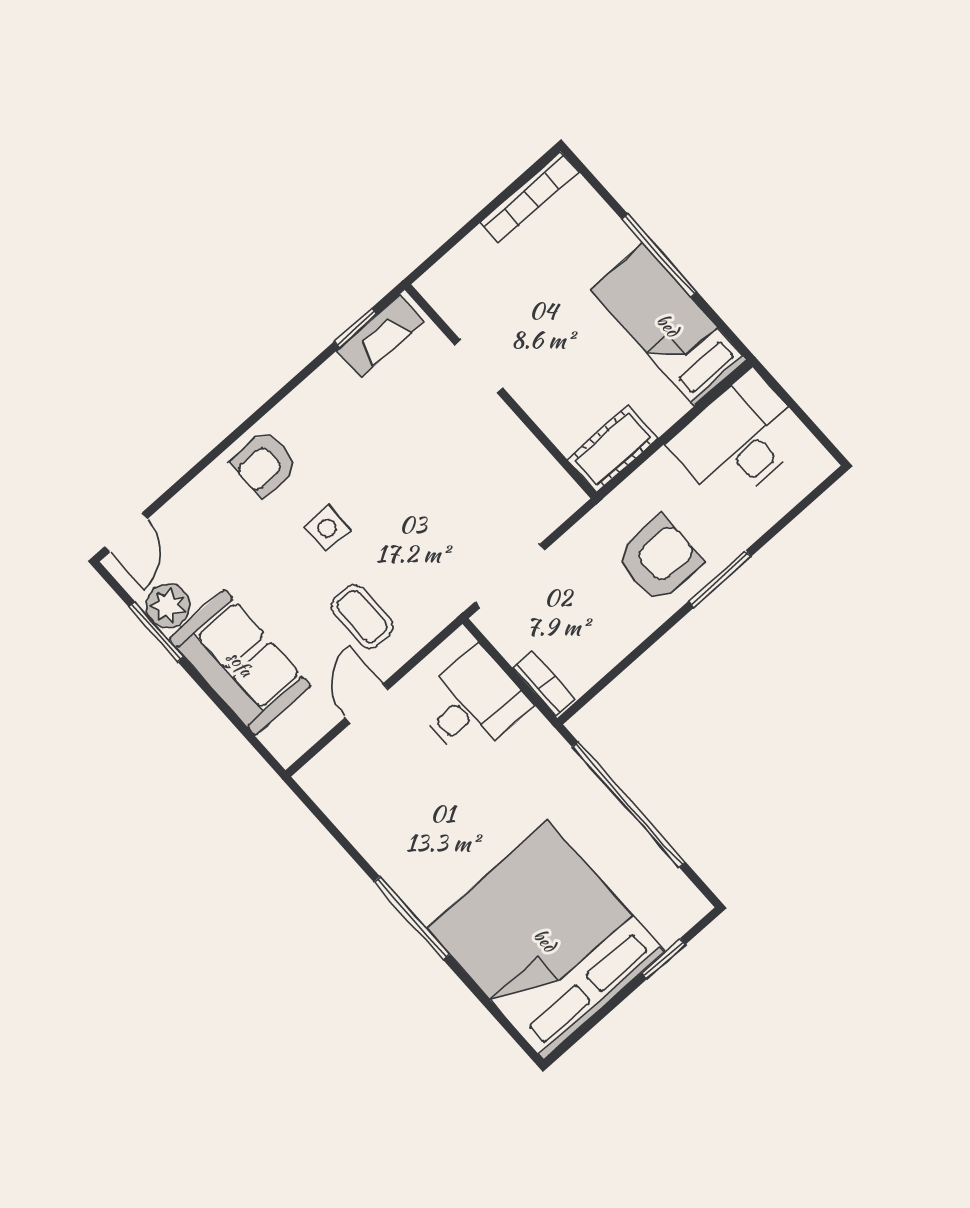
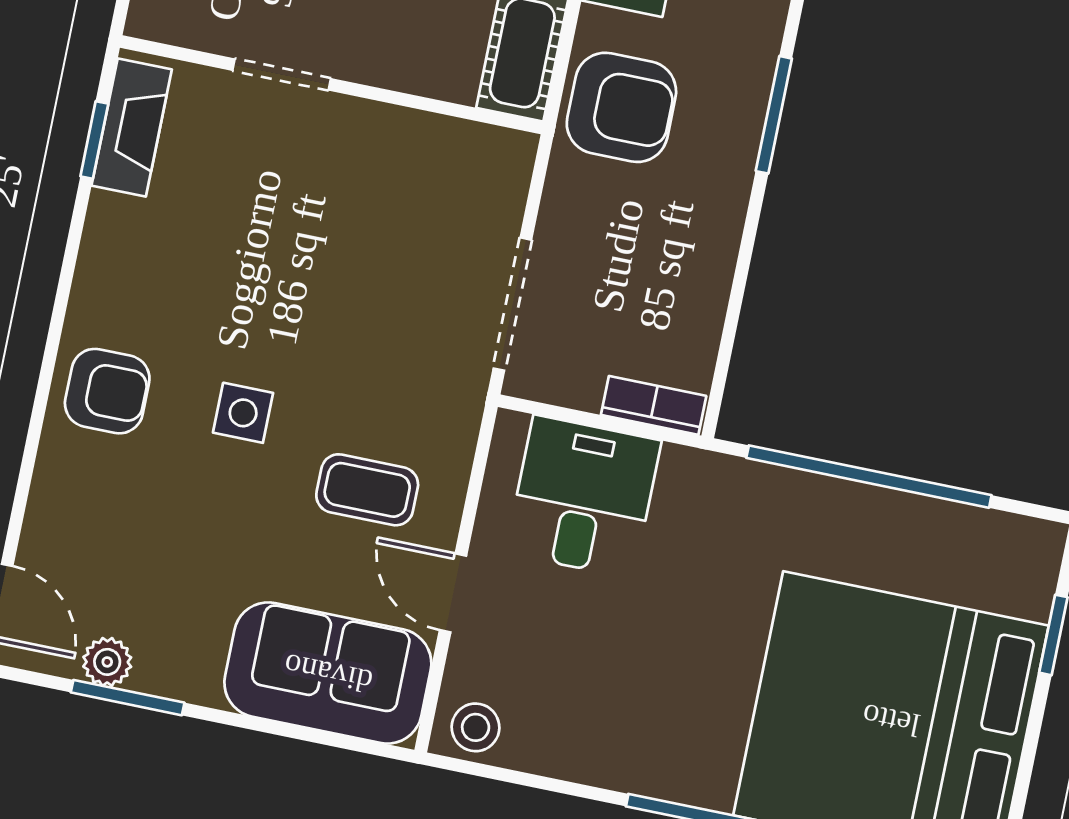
armchair: (265, 464) -> (107, 391), turned -90
armchair: (659, 559) -> (621, 107), moved, turned 90
plant: (168, 606) -> (107, 662), width x0.73, depth x0.73
sofa: (240, 663) -> (328, 673), moved
stool: (326, 782) -> (476, 727), added

